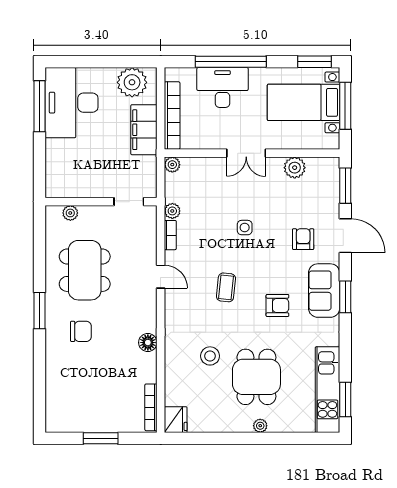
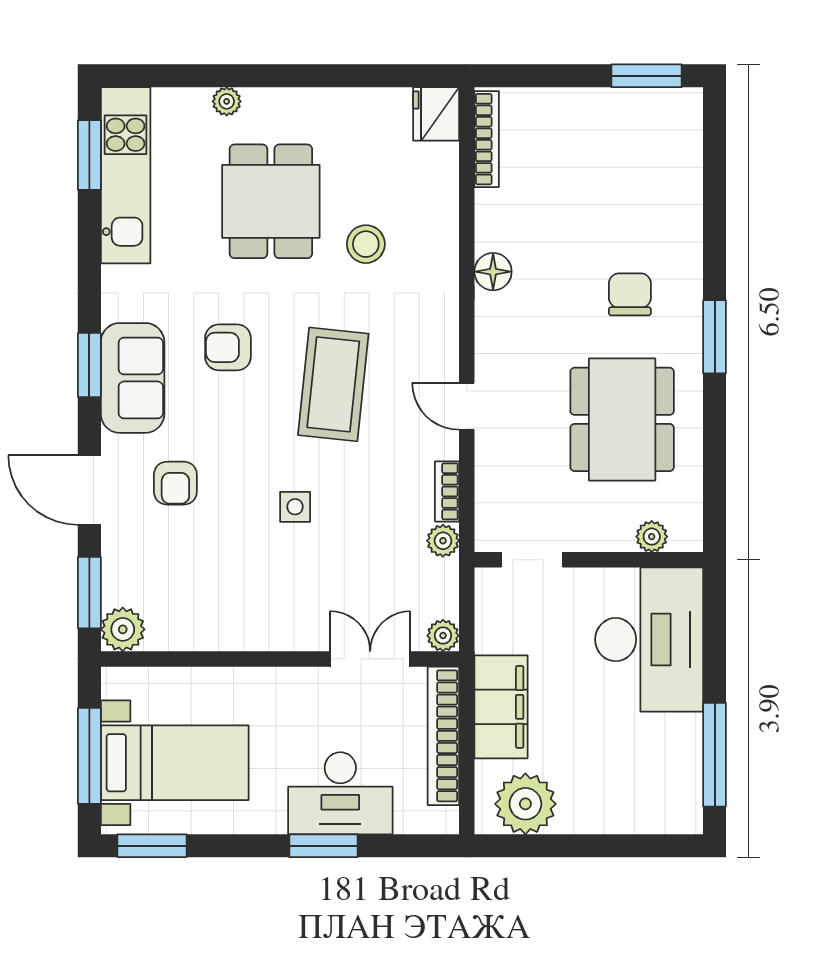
window: (231, 62) -> (323, 846), width x0.47
desk: (72, 103) -> (649, 640), moved
double door: (246, 153) -> (370, 659), moved
plant: (295, 168) -> (123, 629), moved
coffee table: (226, 287) -> (333, 384), width x1.86, depth x1.72
chair: (81, 331) -> (630, 294), turned 90
plant: (260, 426) -> (227, 101), moved
window: (101, 438) -> (646, 76), moved

